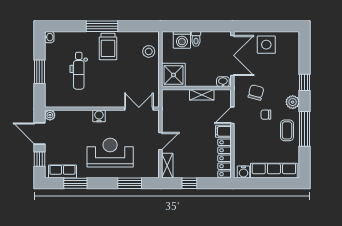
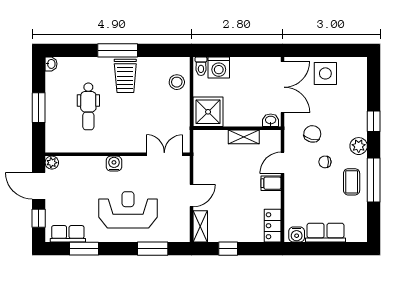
toilet: (196, 39) -> (201, 66), moved
locker: (225, 158) -> (273, 226), width x0.66
row of seats: (274, 171) -> (326, 233), width x0.68

